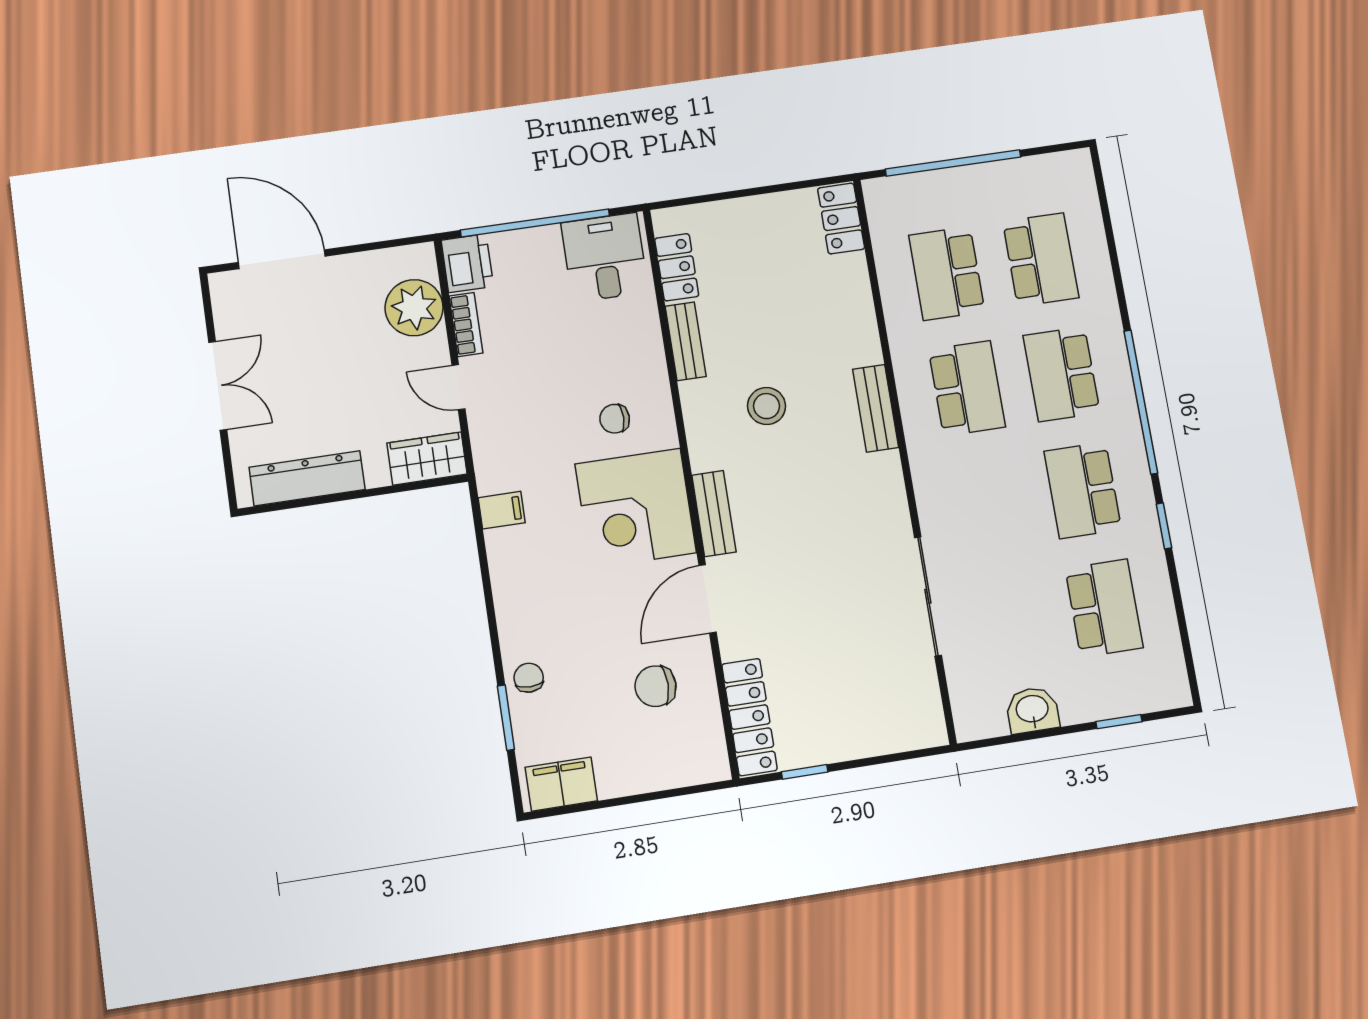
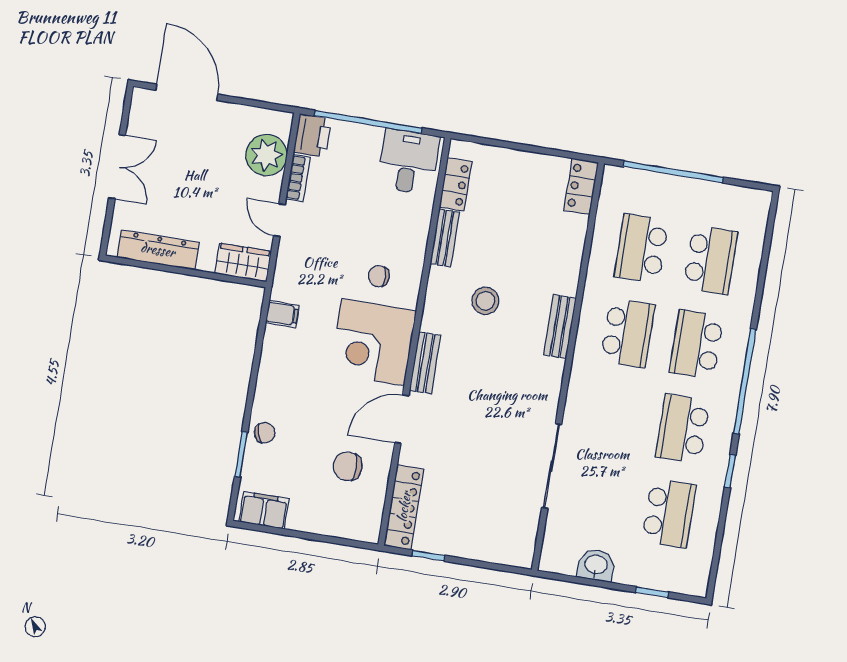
chair: (529, 678) -> (265, 433), turned 71

